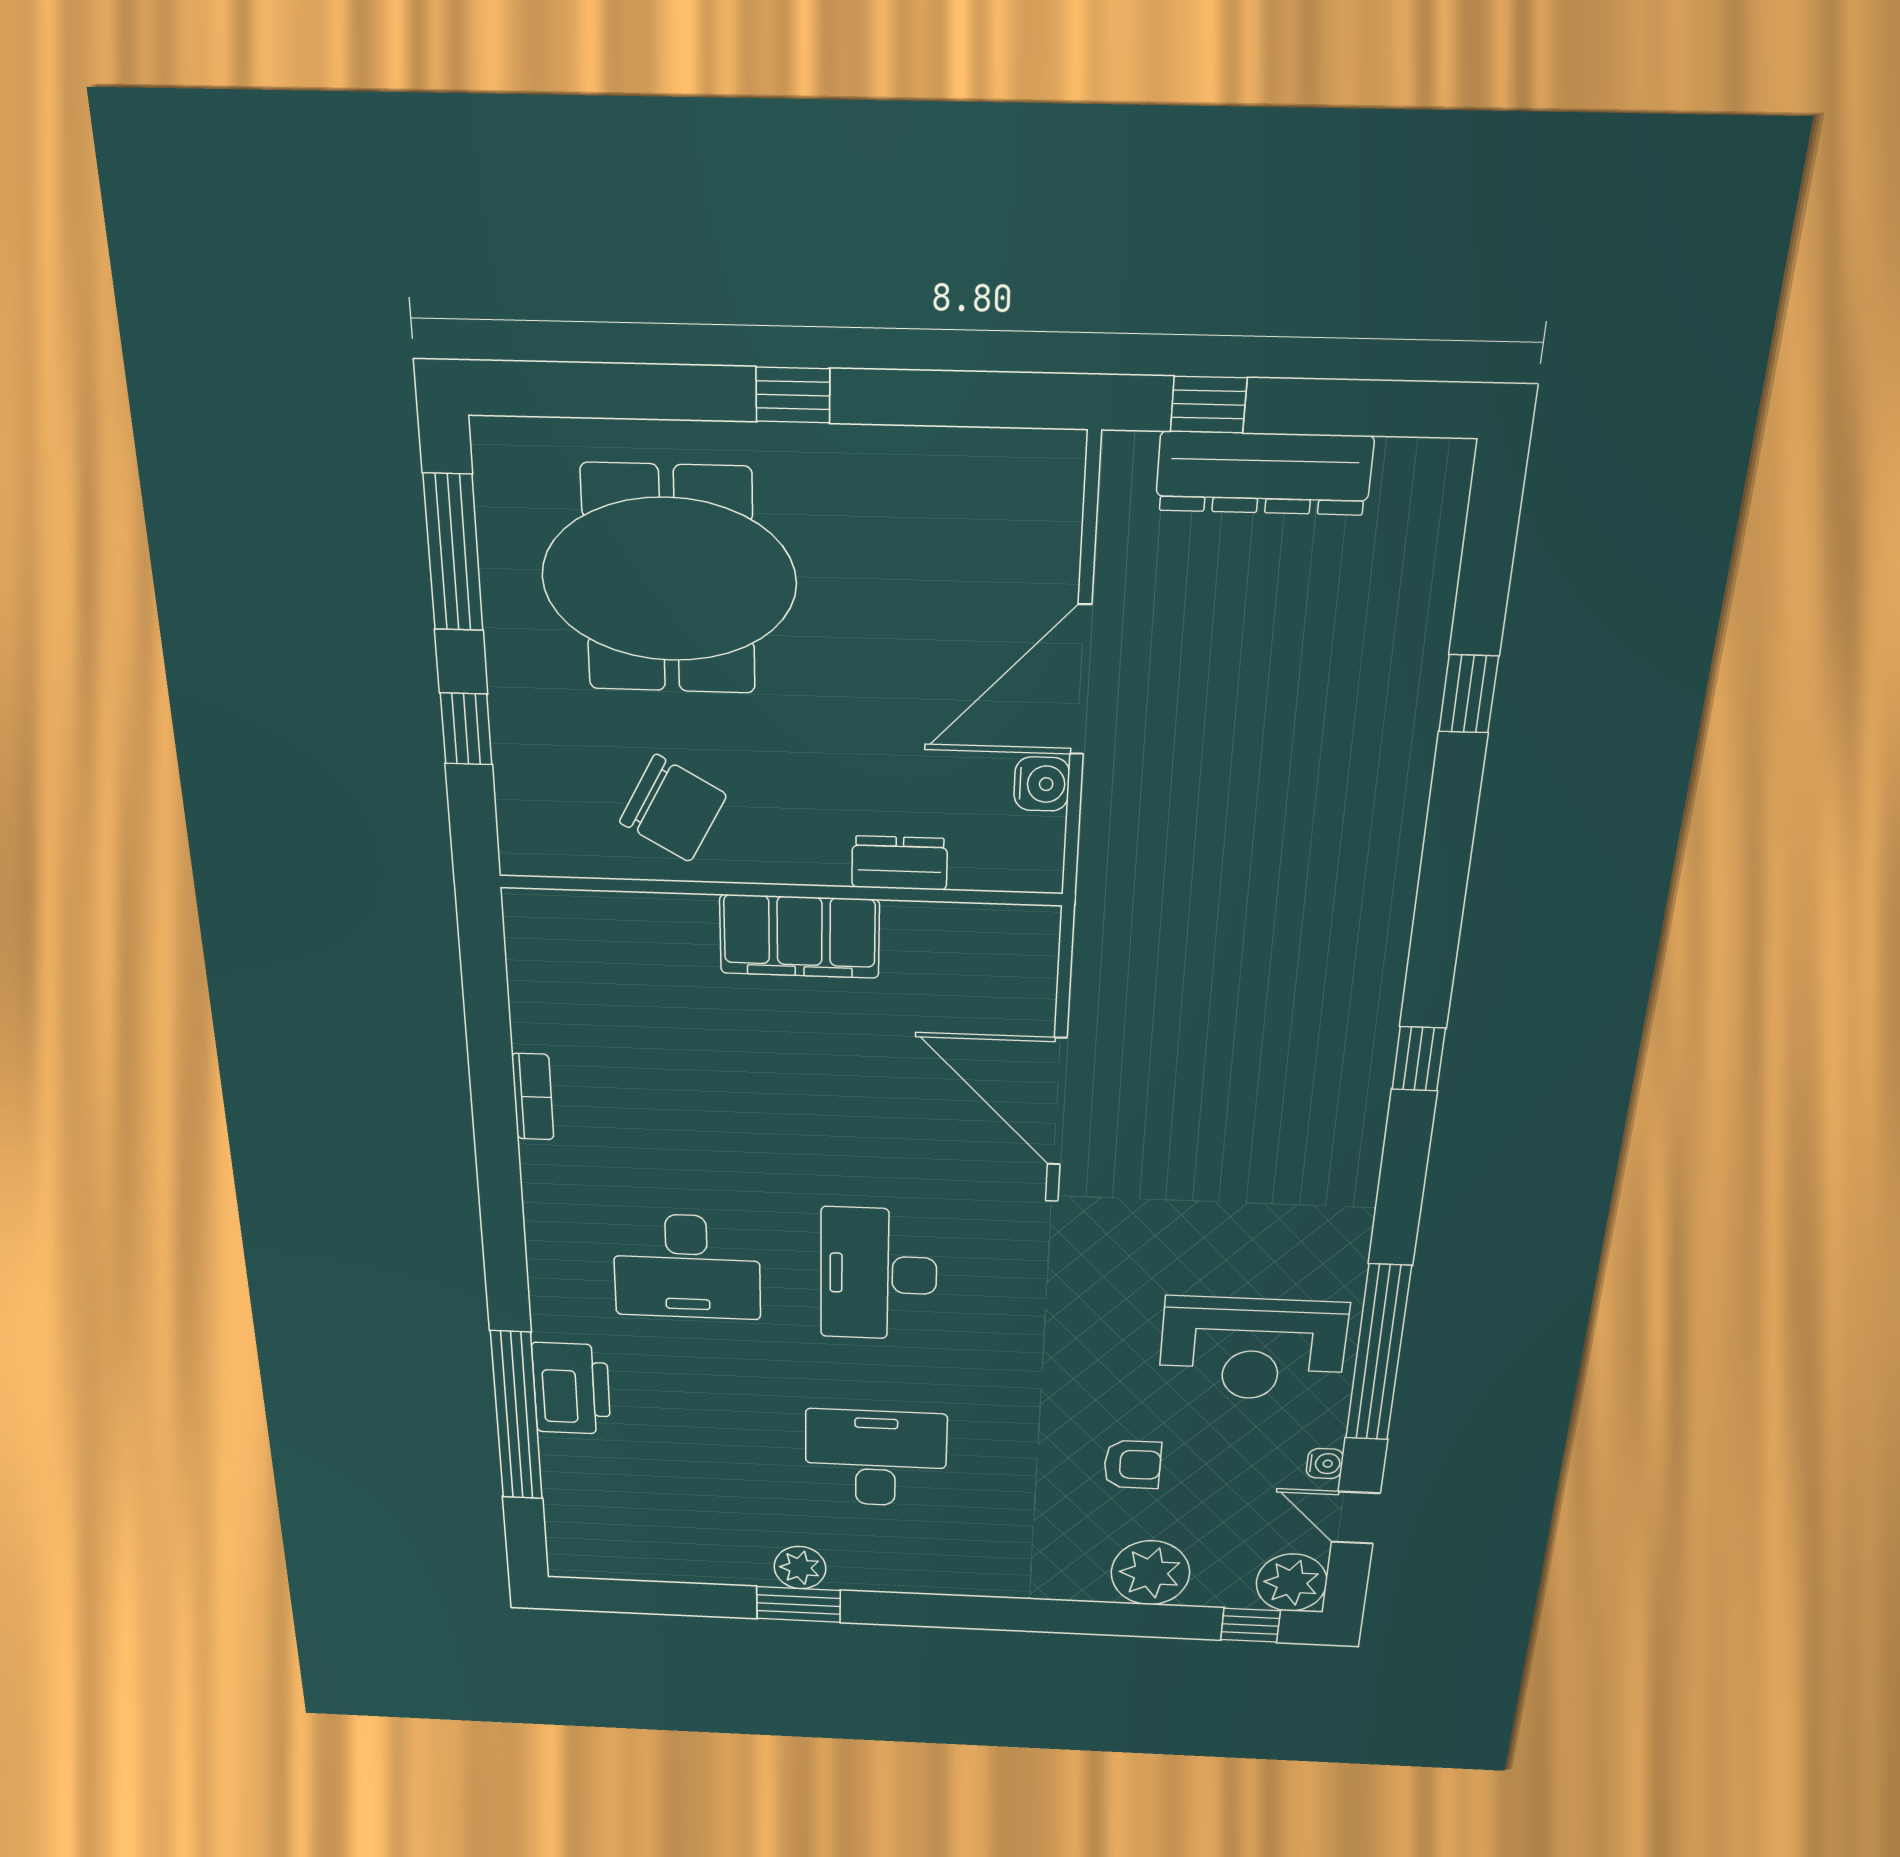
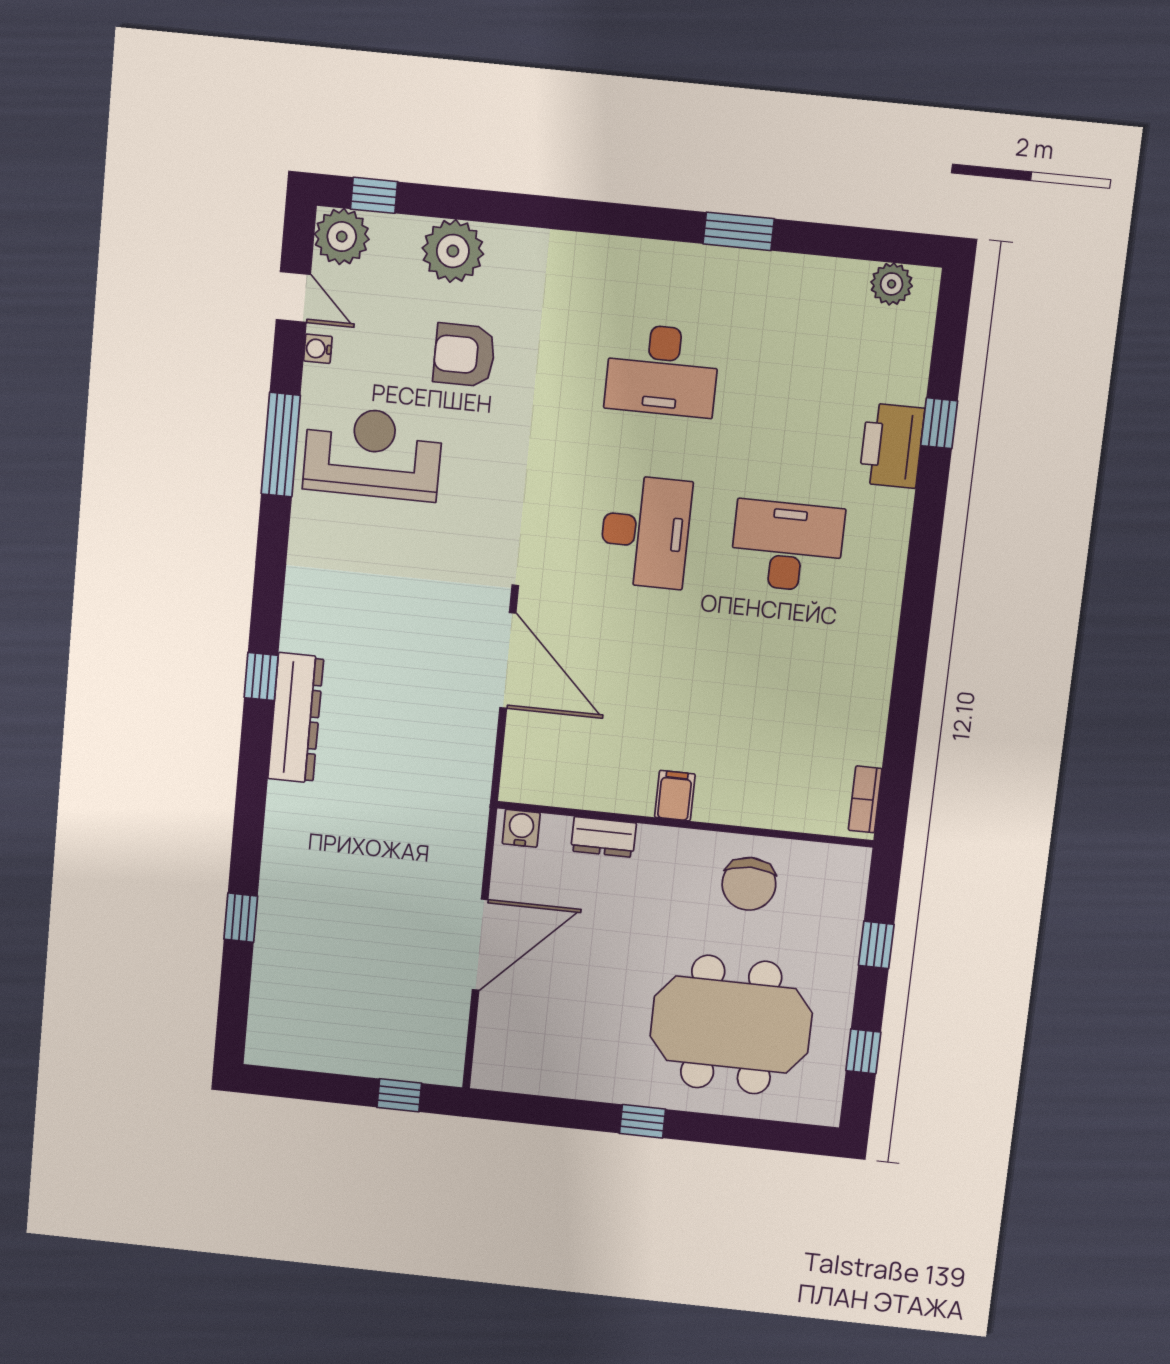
dresser: (1264, 473) -> (296, 718), moved, turned 90
window: (453, 553) -> (863, 1051), width x0.46
water cooler: (1042, 784) -> (521, 828), moved, turned 90
chair: (673, 808) -> (749, 884), turned -119
filing cabinet: (800, 937) -> (675, 796), width x0.33, depth x0.86
bookcase: (533, 1097) -> (865, 799), moved
window: (1378, 1353) -> (281, 445), width x0.68
window: (517, 1416) -> (939, 423), width x0.32
armchair: (1132, 1464) -> (464, 355), width x1.38, depth x1.38
plant: (800, 1568) -> (892, 284), moved

